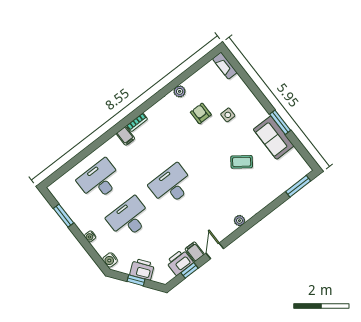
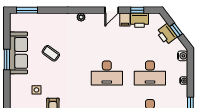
sofa: (274, 138) -> (19, 53), width x1.36

